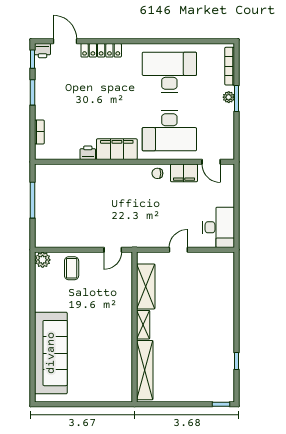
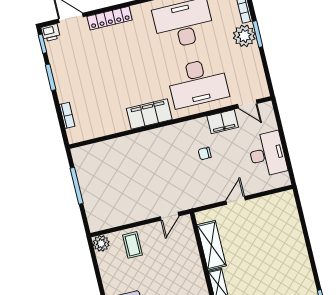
plant: (229, 97) -> (244, 36), width x1.87, depth x1.87
printer: (88, 153) -> (121, 125), removed
chair: (157, 173) -> (205, 153), moved
desk: (219, 227) -> (267, 154), moved

